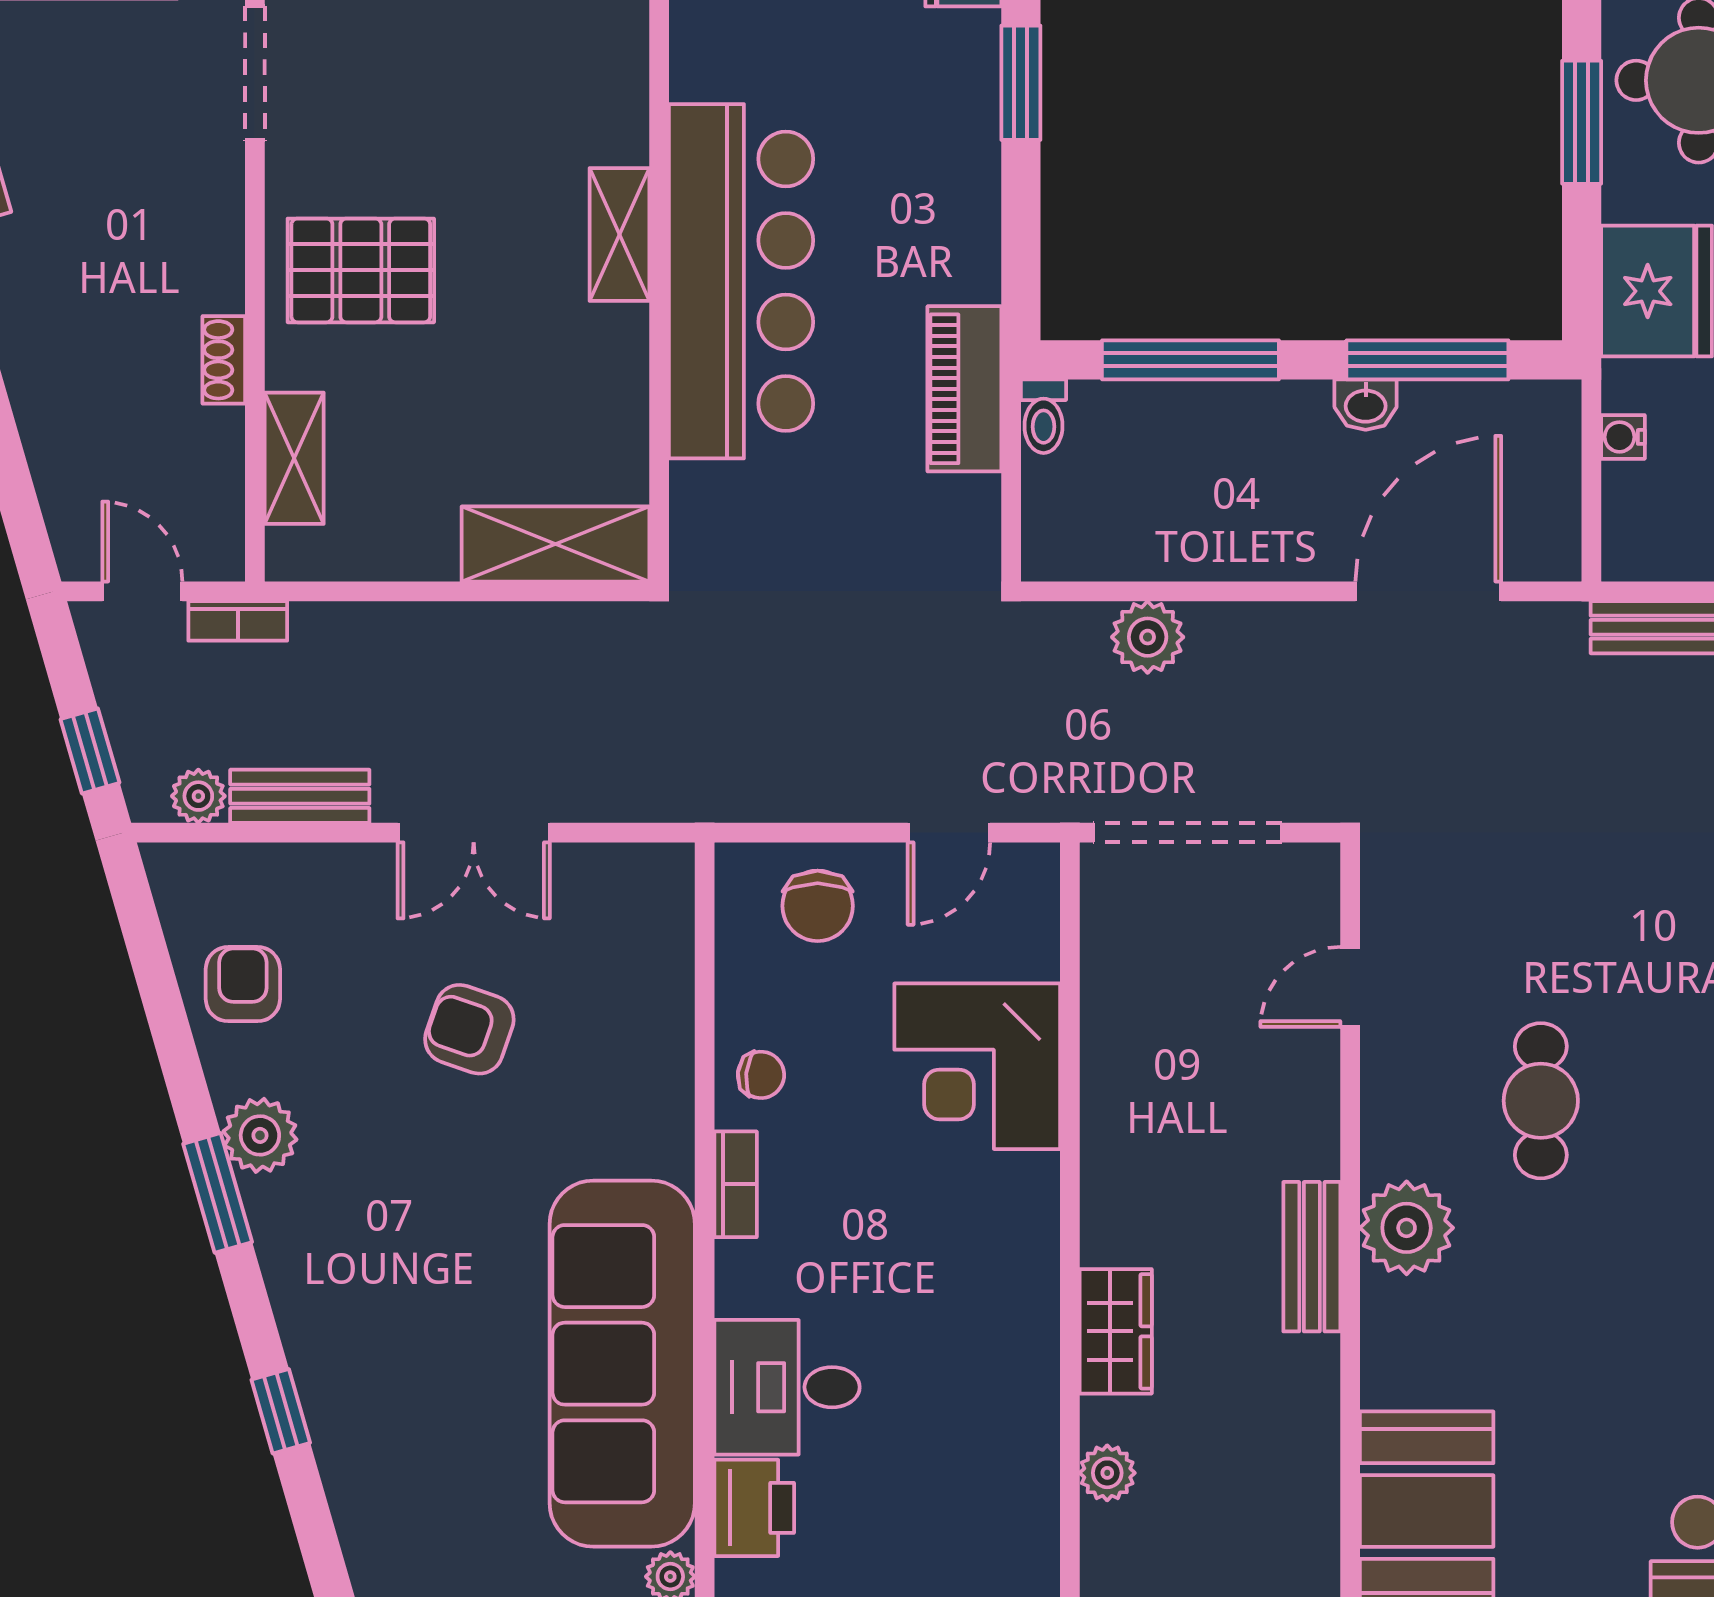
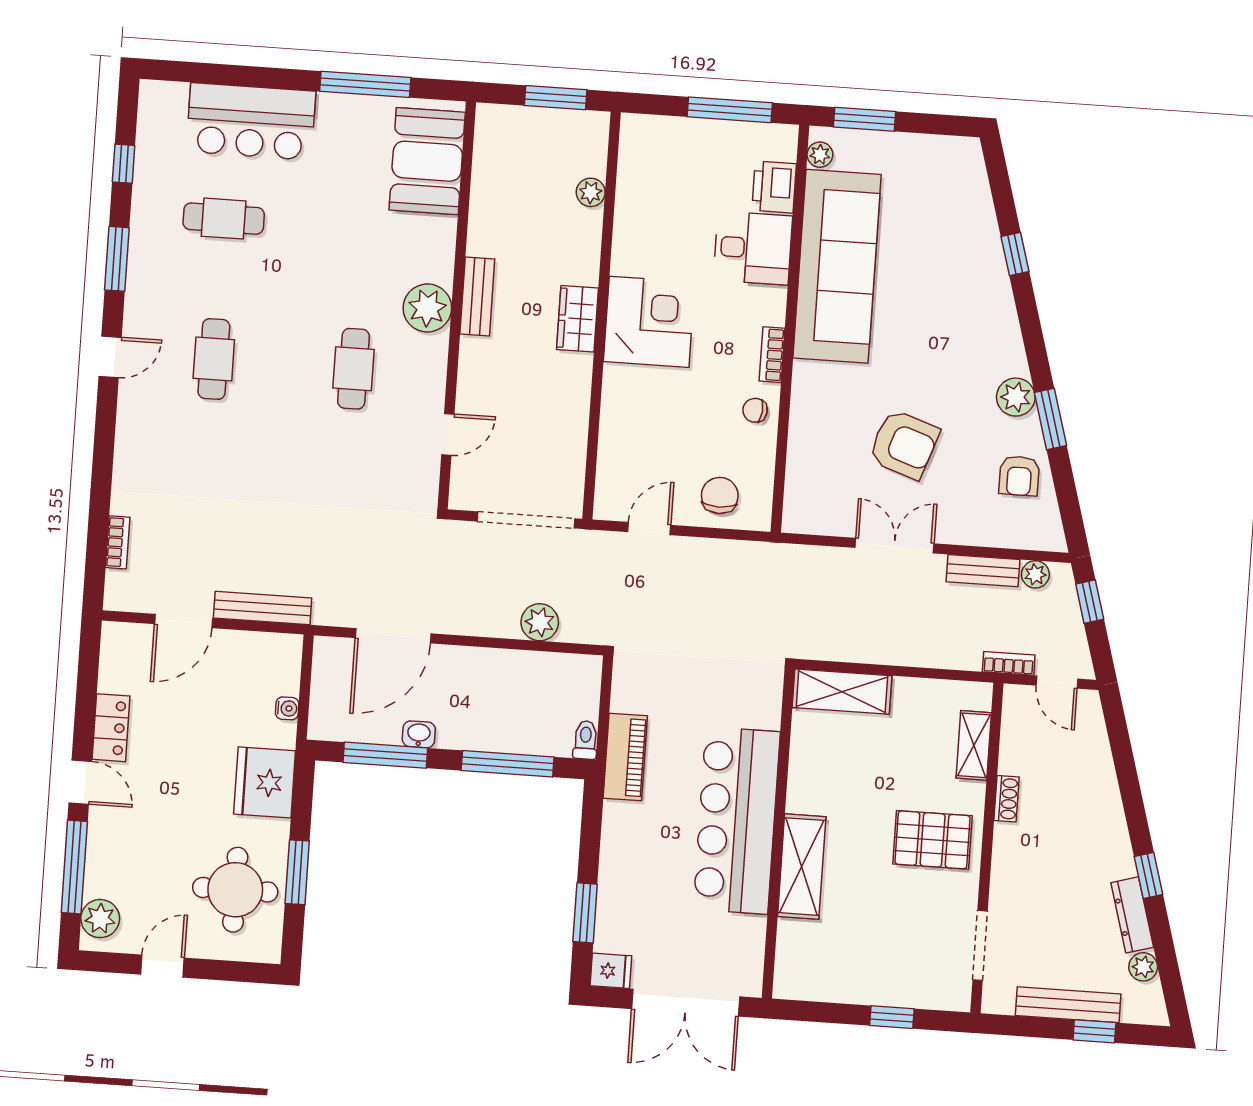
shelving: (619, 234) -> (802, 867), width x1.50, depth x1.33
armchair: (469, 1029) -> (904, 444), width x1.38, depth x1.38
corner desk: (977, 1066) -> (649, 322), moved
window: (218, 1193) -> (1050, 419), moved
wardrobe: (1116, 1331) -> (577, 319), moved

